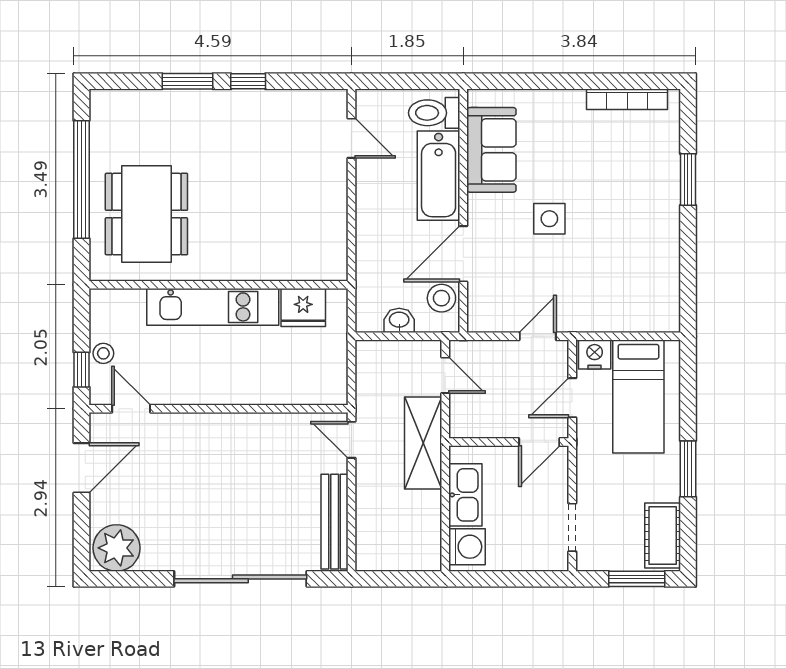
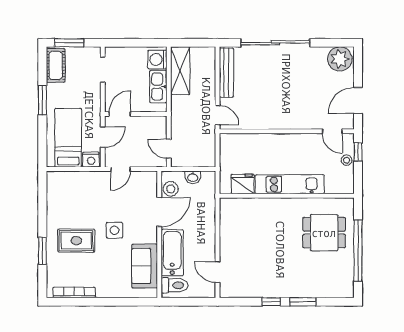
rug: (623, 199) -> (76, 241), added
dining table: (146, 214) -> (324, 233), width x0.73
shelving: (423, 443) -> (180, 71), moved

